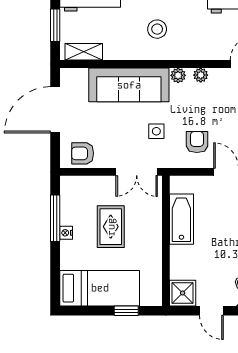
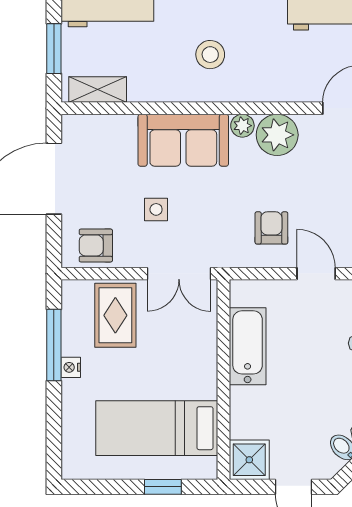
plant: (201, 75) -> (277, 135), width x1.88, depth x1.88
sofa: (129, 85) -> (183, 140), width x0.73
side table: (156, 131) -> (156, 209), moved
rug: (111, 227) -> (115, 315), moved
bed: (100, 288) -> (157, 428), moved, turned 180

